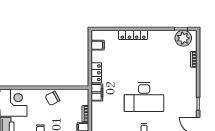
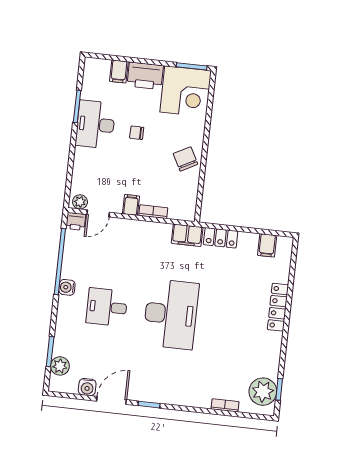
desk: (144, 97) -> (171, 314), turned 180

